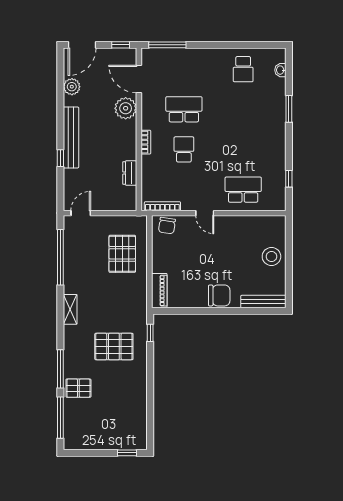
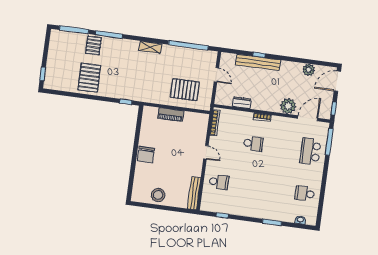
door: (82, 45) -> (337, 81), hinge flipped
school desk: (184, 109) -> (310, 151), moved, turned 180
bench: (71, 137) -> (258, 62), moved
school desk: (243, 190) -> (219, 182), width x0.54
door: (81, 213) -> (216, 75), moved
door: (205, 213) -> (206, 152), swing flipped
chair: (167, 226) -> (201, 124), removed
stool: (271, 256) -> (158, 195), moved
piano: (159, 291) -> (171, 115), moved
bench: (263, 302) -> (194, 193), moved
pallet: (114, 347) -> (89, 78), moved

